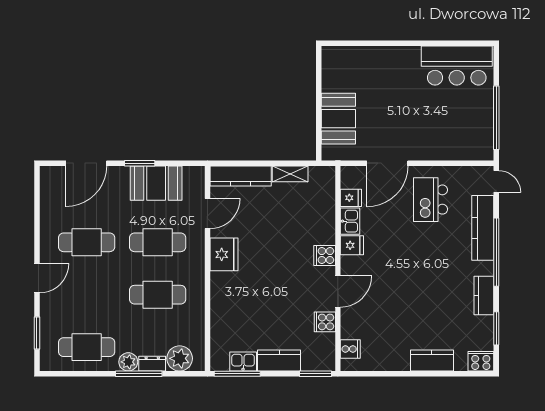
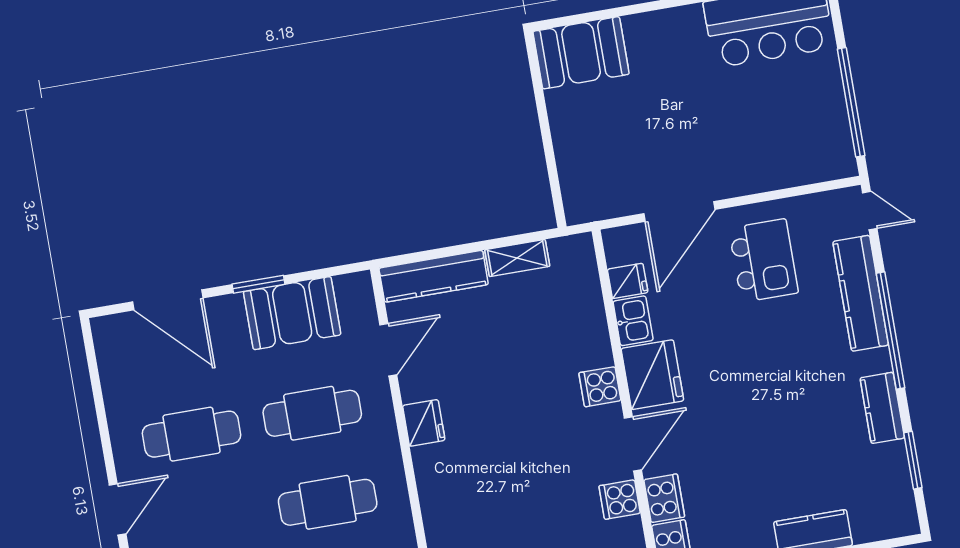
booth: (338, 119) -> (581, 53), moved, turned 90
door: (86, 163) -> (168, 300), hinge flipped
kitchen island: (431, 200) -> (764, 260), turned 180
fridge: (352, 245) -> (652, 375), width x1.88, depth x1.34
fridge: (224, 254) -> (424, 423), width x0.73, depth x0.75
cooker: (481, 361) -> (664, 498), moved, turned 90

